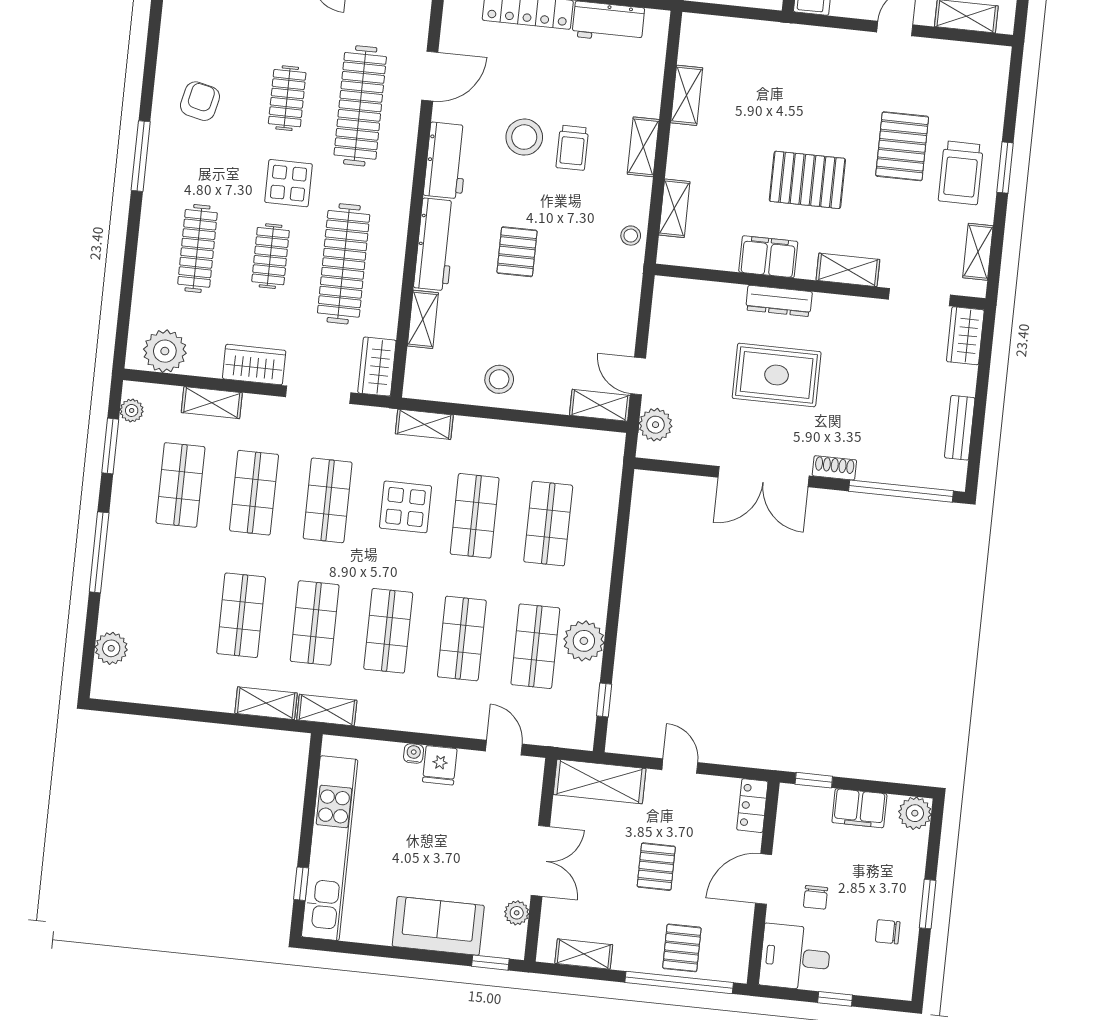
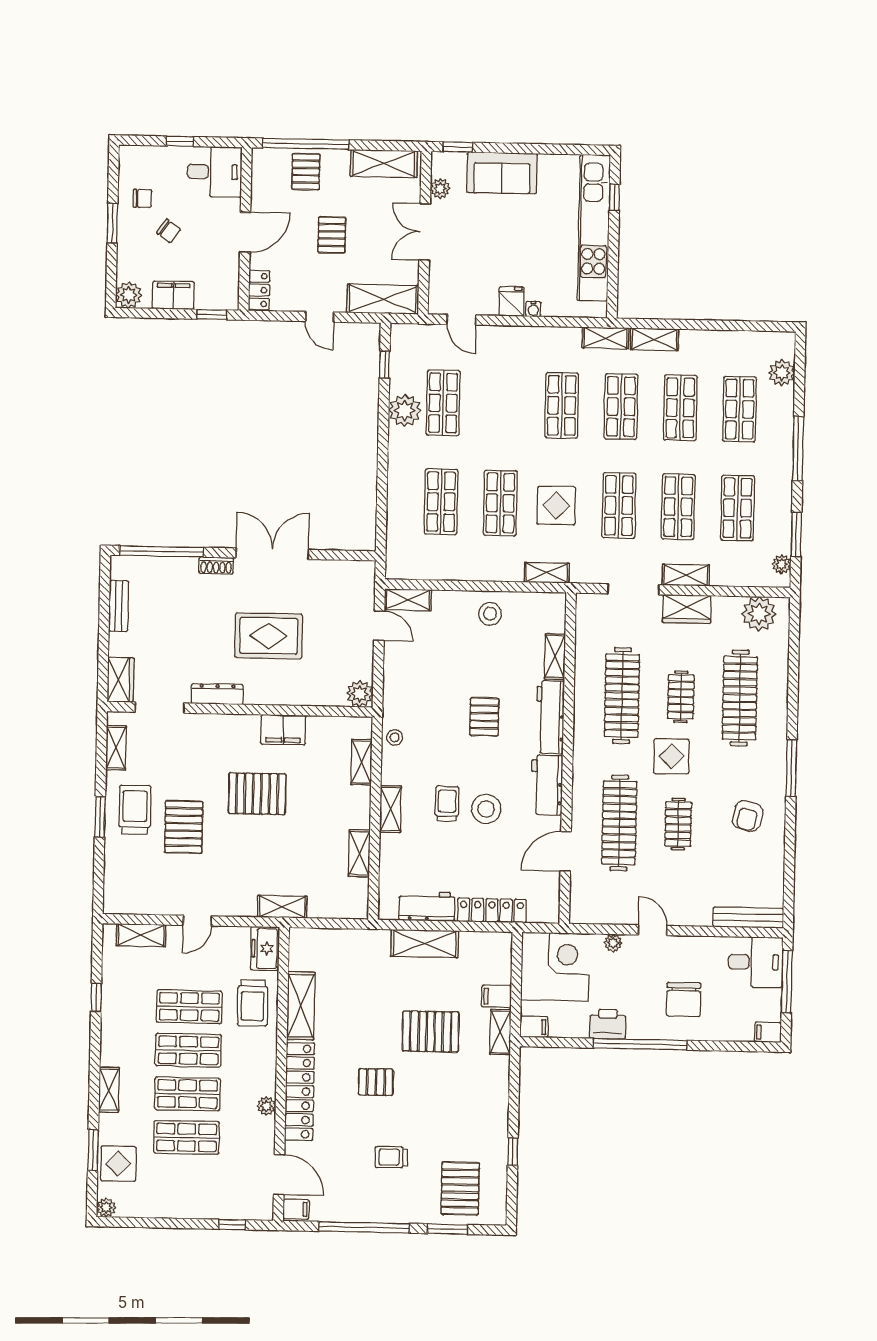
clothes rail: (197, 248) -> (740, 698), width x1.37, depth x1.31
shelving: (848, 270) -> (282, 907), moved
dresser: (779, 301) -> (217, 694), moved
wardrobe: (377, 367) -> (588, 616), removed
shelving: (212, 403) -> (686, 575), moved
plant: (656, 425) -> (360, 694), moved
shop shelf: (462, 639) -> (740, 409), moved
chair: (816, 897) -> (169, 231), moved, turned 125
shelving: (584, 954) -> (384, 164), width x1.50, depth x1.33

